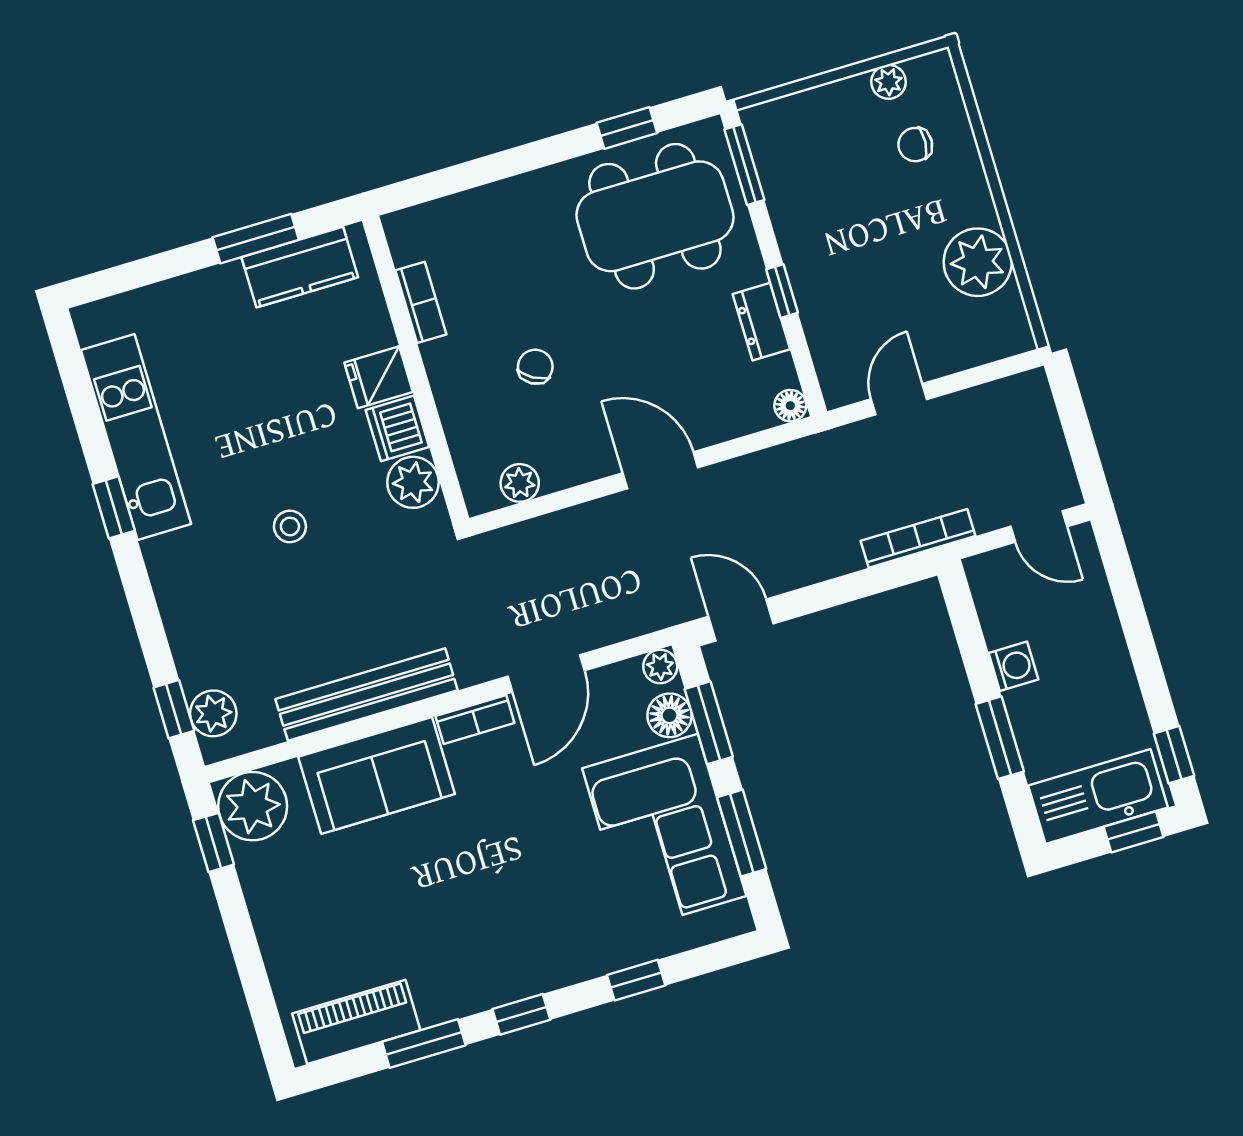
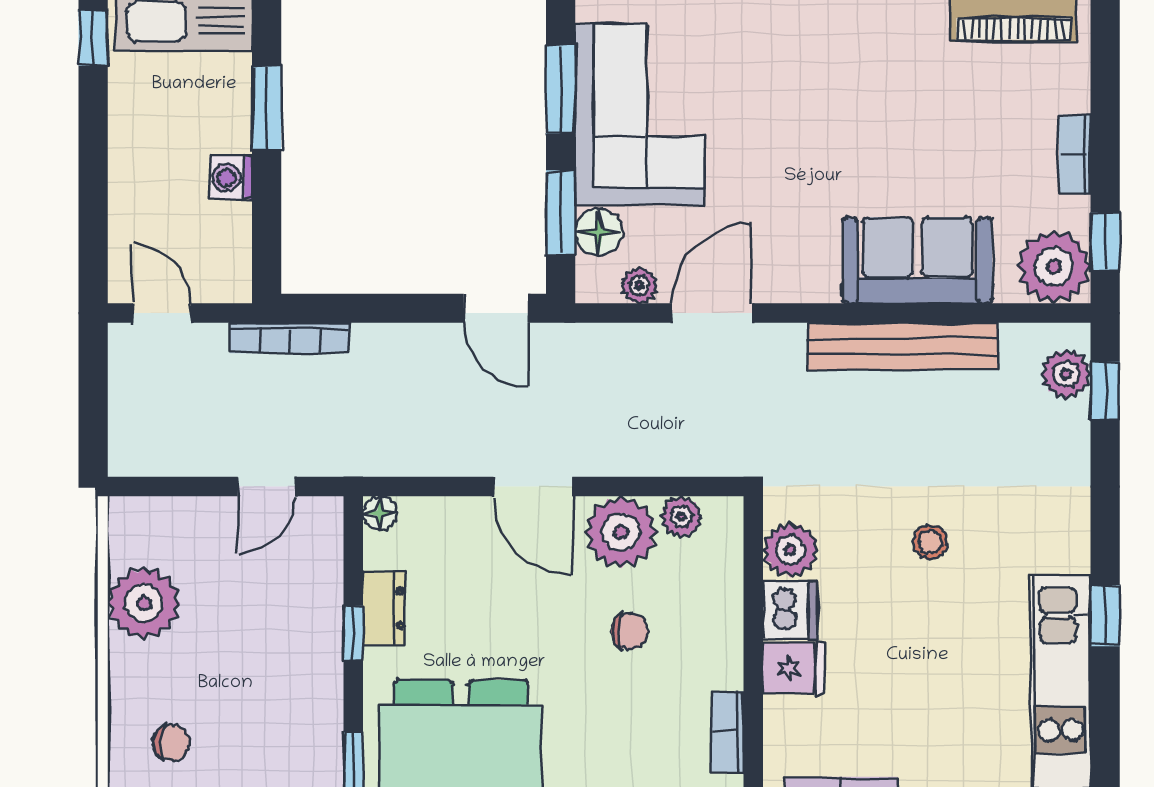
chair: (535, 367) -> (630, 631), turned -120
plant: (569, 453) -> (621, 532), added
plant: (660, 666) -> (639, 285), moved
bookcase: (475, 719) -> (1075, 154), moved, turned -90

